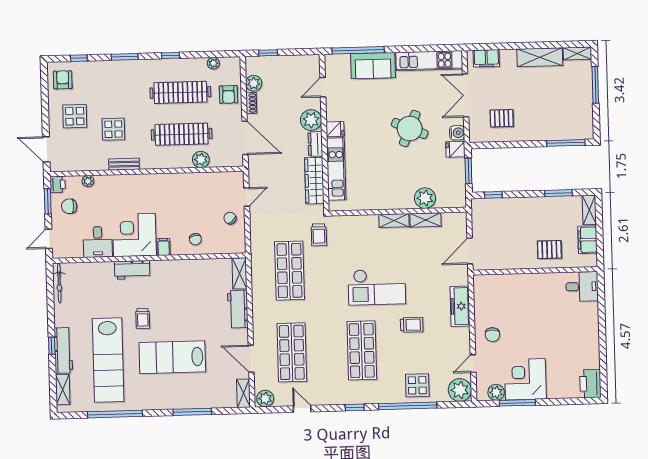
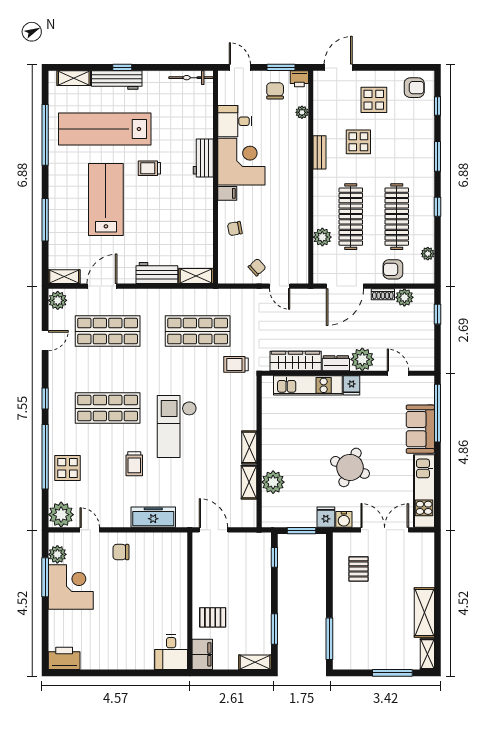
filing cabinet: (486, 58) -> (425, 554), removed
filing cabinet: (587, 240) -> (202, 654), moved, turned 90
pallet: (549, 250) -> (213, 617), turned 90

